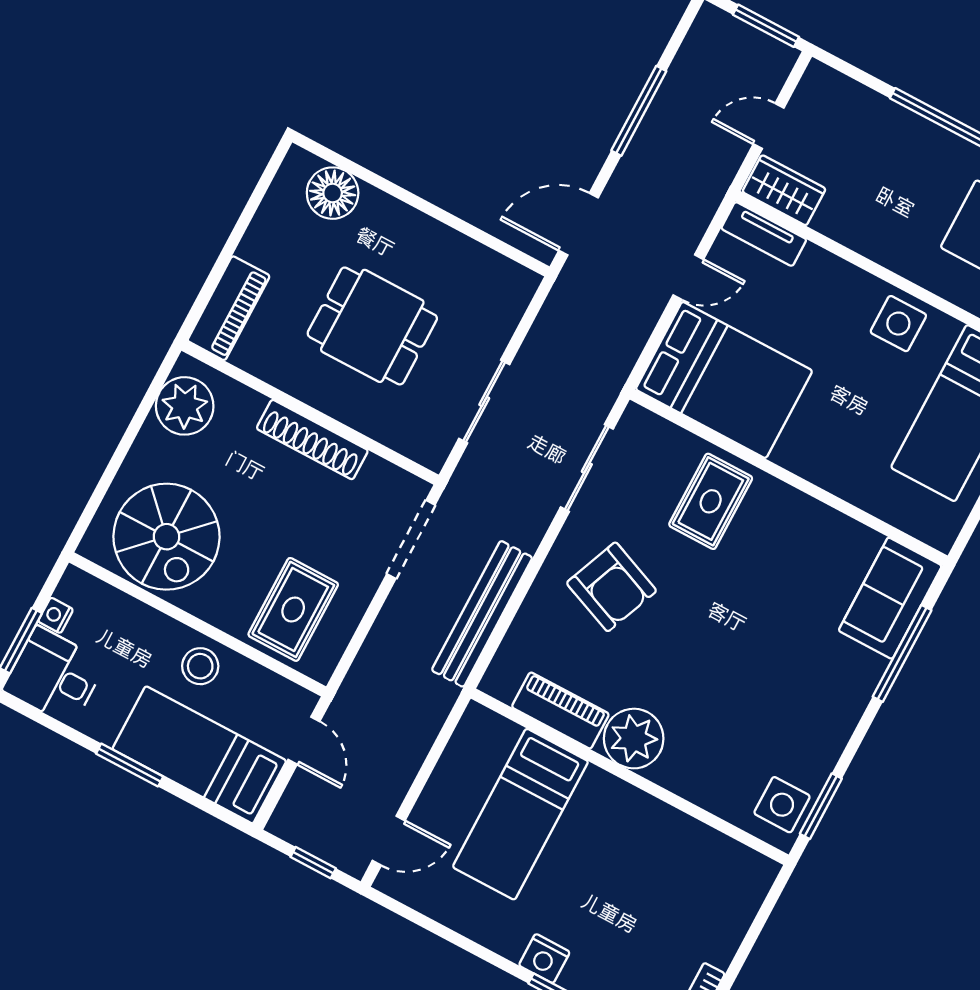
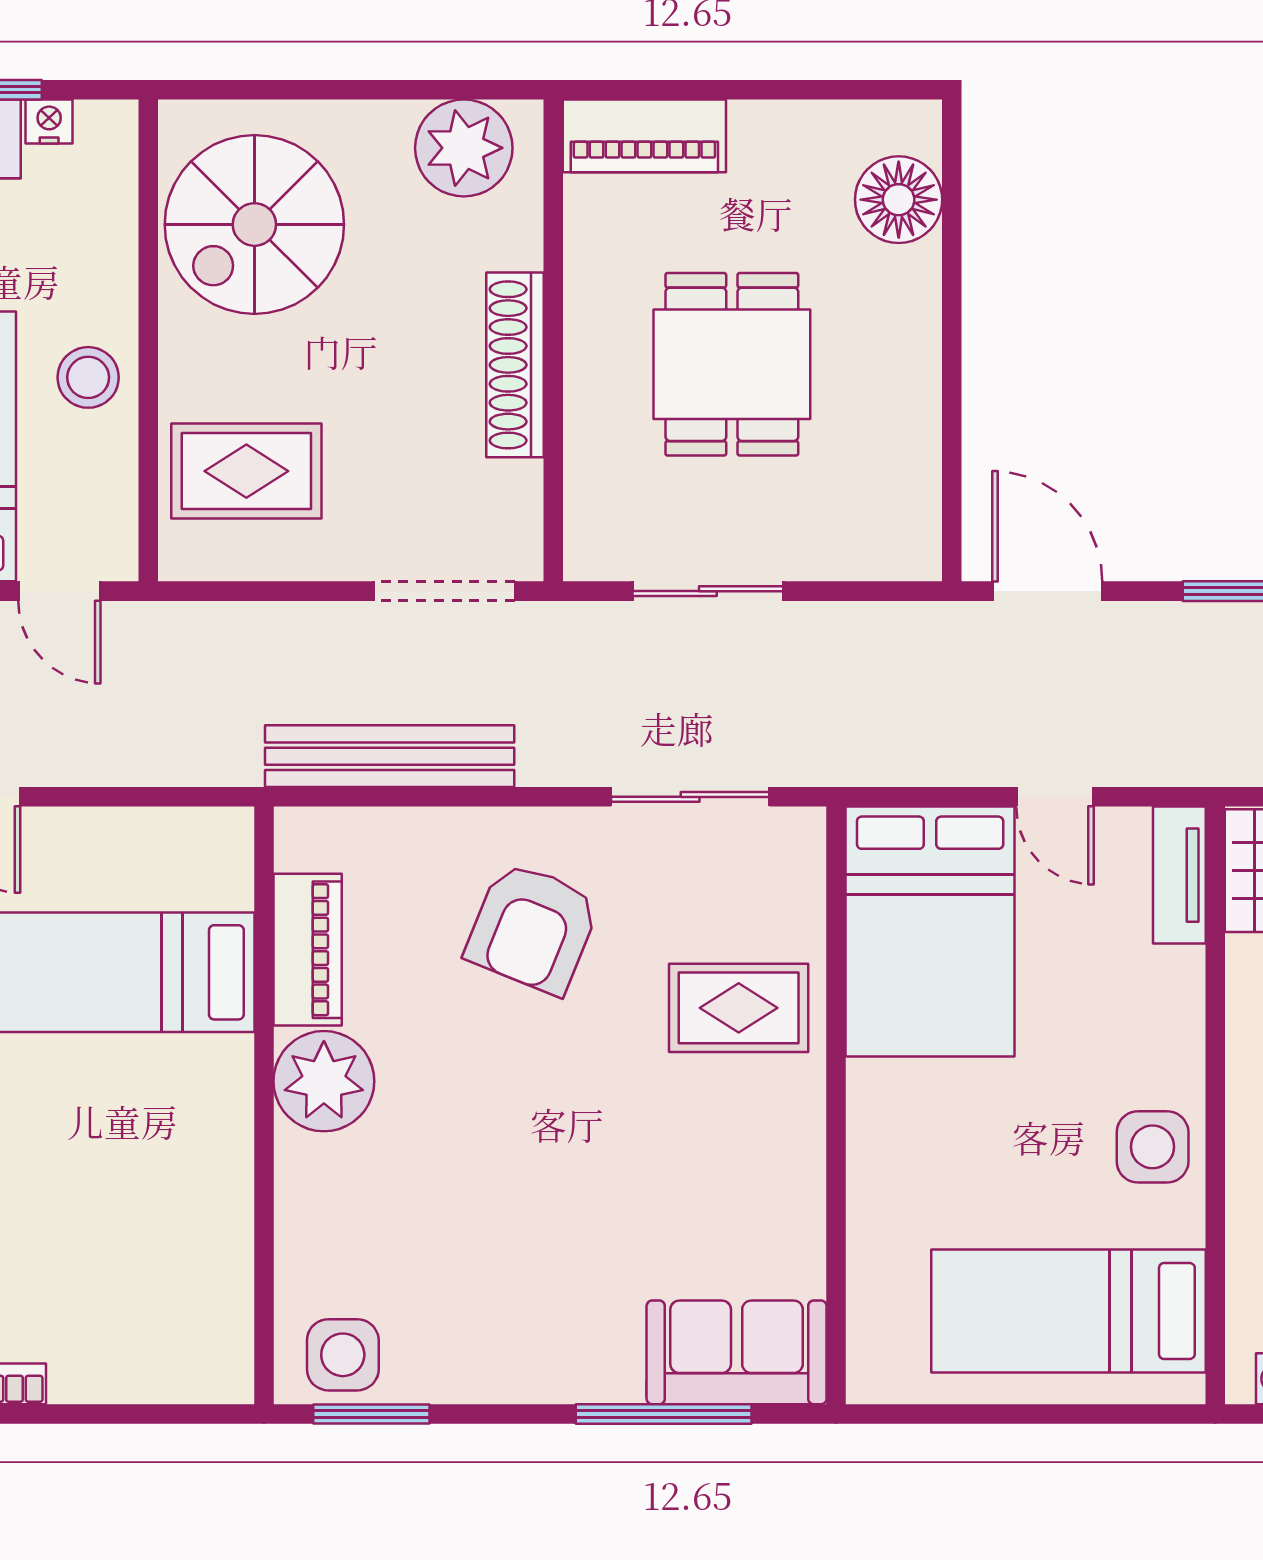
door: (304, 741) -> (59, 591), hinge flipped

